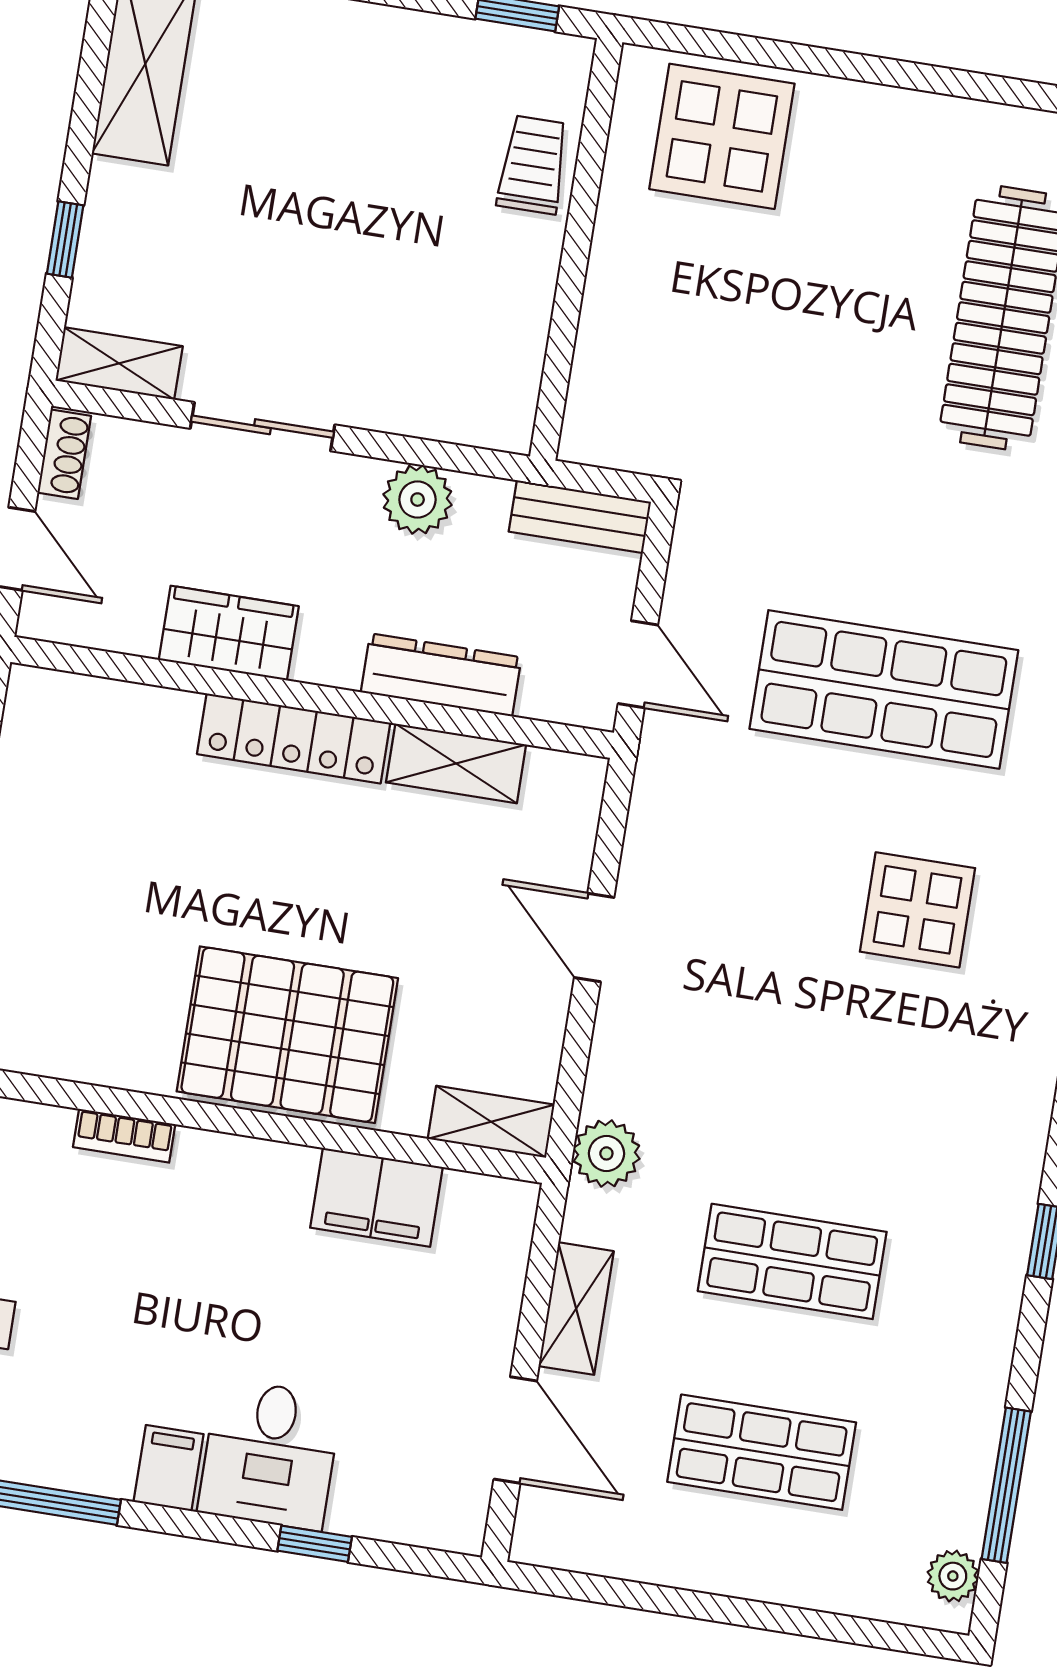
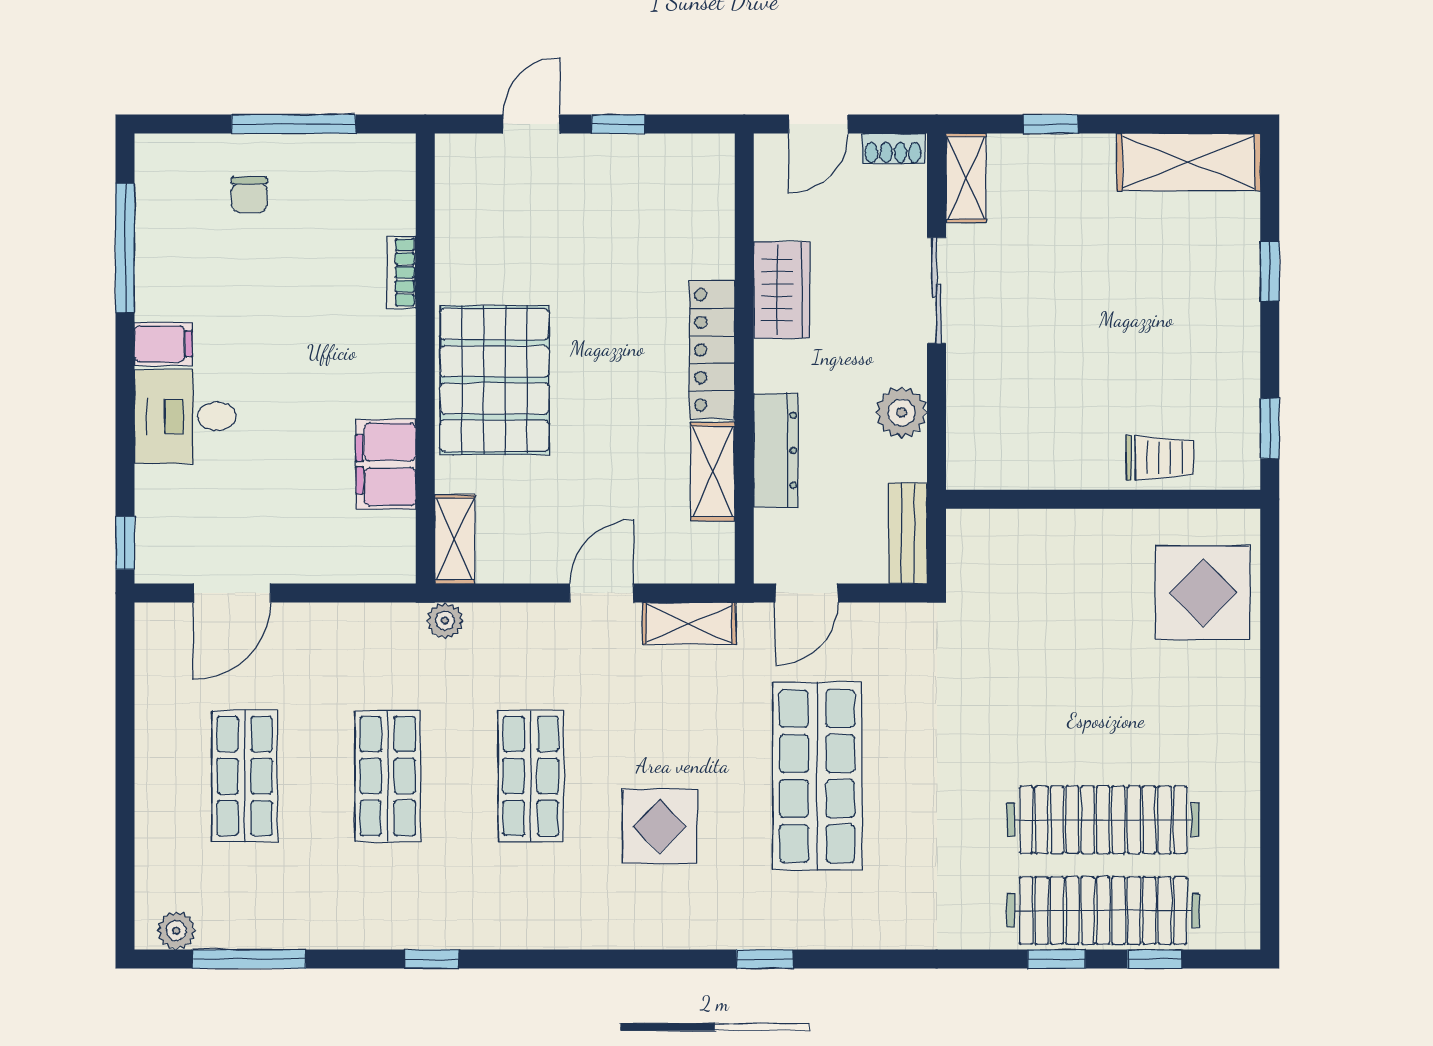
shop shelf: (823, 1071) -> (531, 776), added
plant: (606, 1153) -> (445, 621), width x0.73, depth x0.73
shelving: (576, 1309) -> (689, 623), moved
window: (315, 1544) -> (125, 543), moved

